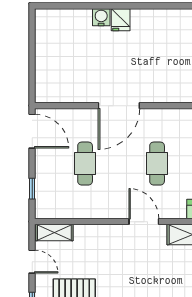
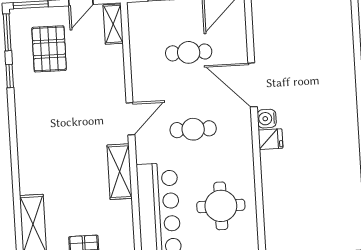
water cooler: (101, 17) -> (267, 119), moved, turned 180
fridge: (121, 20) -> (270, 139), moved, turned 180

